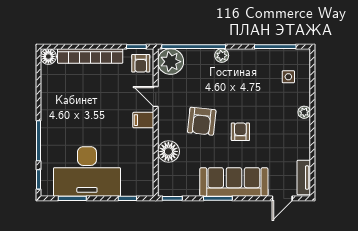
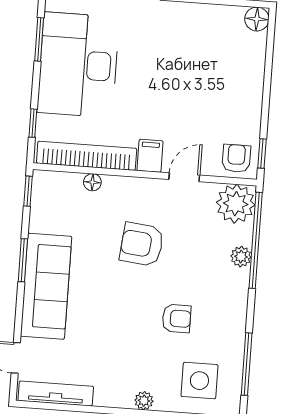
plant: (222, 55) -> (241, 257), moved
bookcase: (90, 56) -> (87, 156), moved, turned 90
armchair: (141, 63) -> (236, 158), turned 90
side table: (288, 77) -> (199, 381), width x1.87, depth x1.87
armchair: (240, 132) -> (177, 318), moved
floor lamp: (168, 151) -> (92, 182), width x0.53, depth x0.53
tv unit: (304, 178) -> (56, 394), width x1.41

